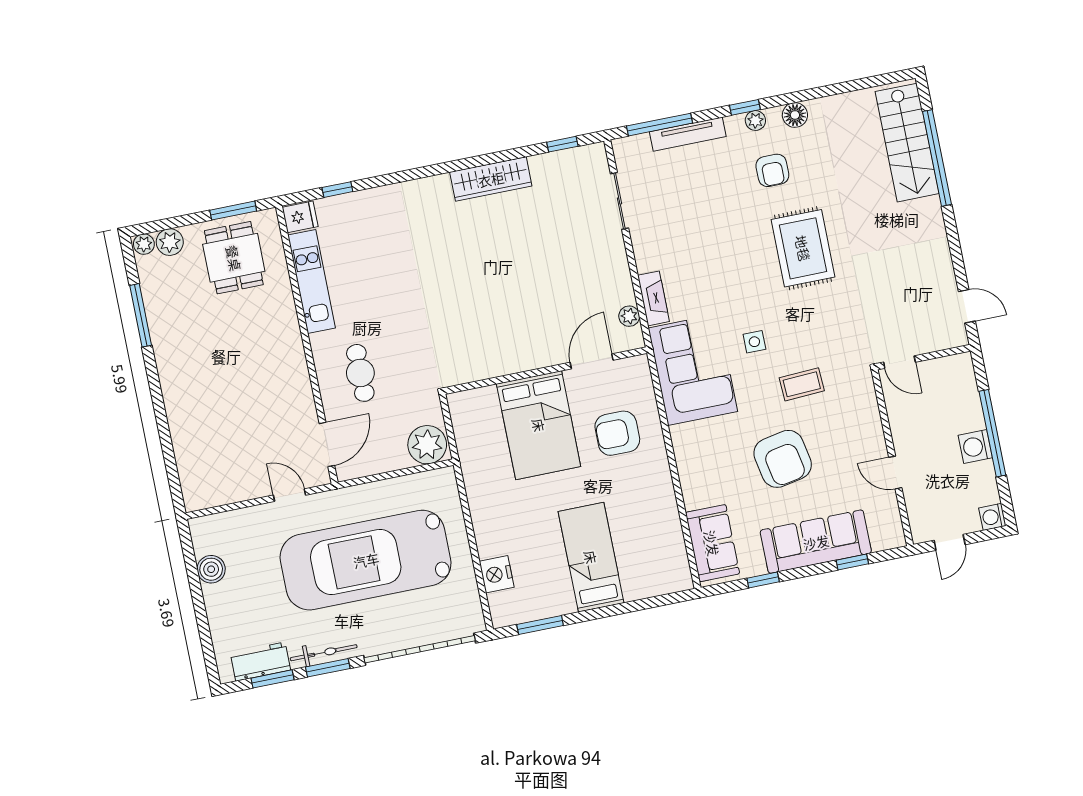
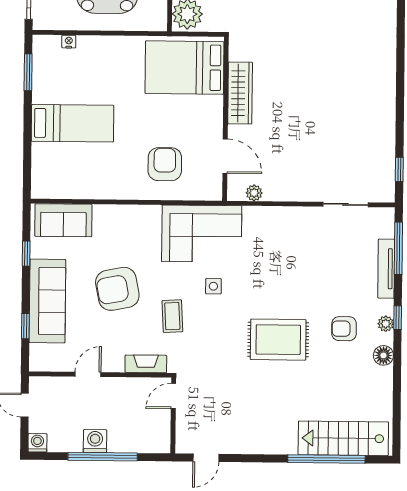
wardrobe: (491, 179) -> (240, 93), moved, turned 180
fireplace: (653, 298) -> (146, 364), moved, turned 180
bed: (539, 425) -> (185, 68), moved
nightstand: (497, 574) -> (69, 42), width x0.53, depth x0.56

